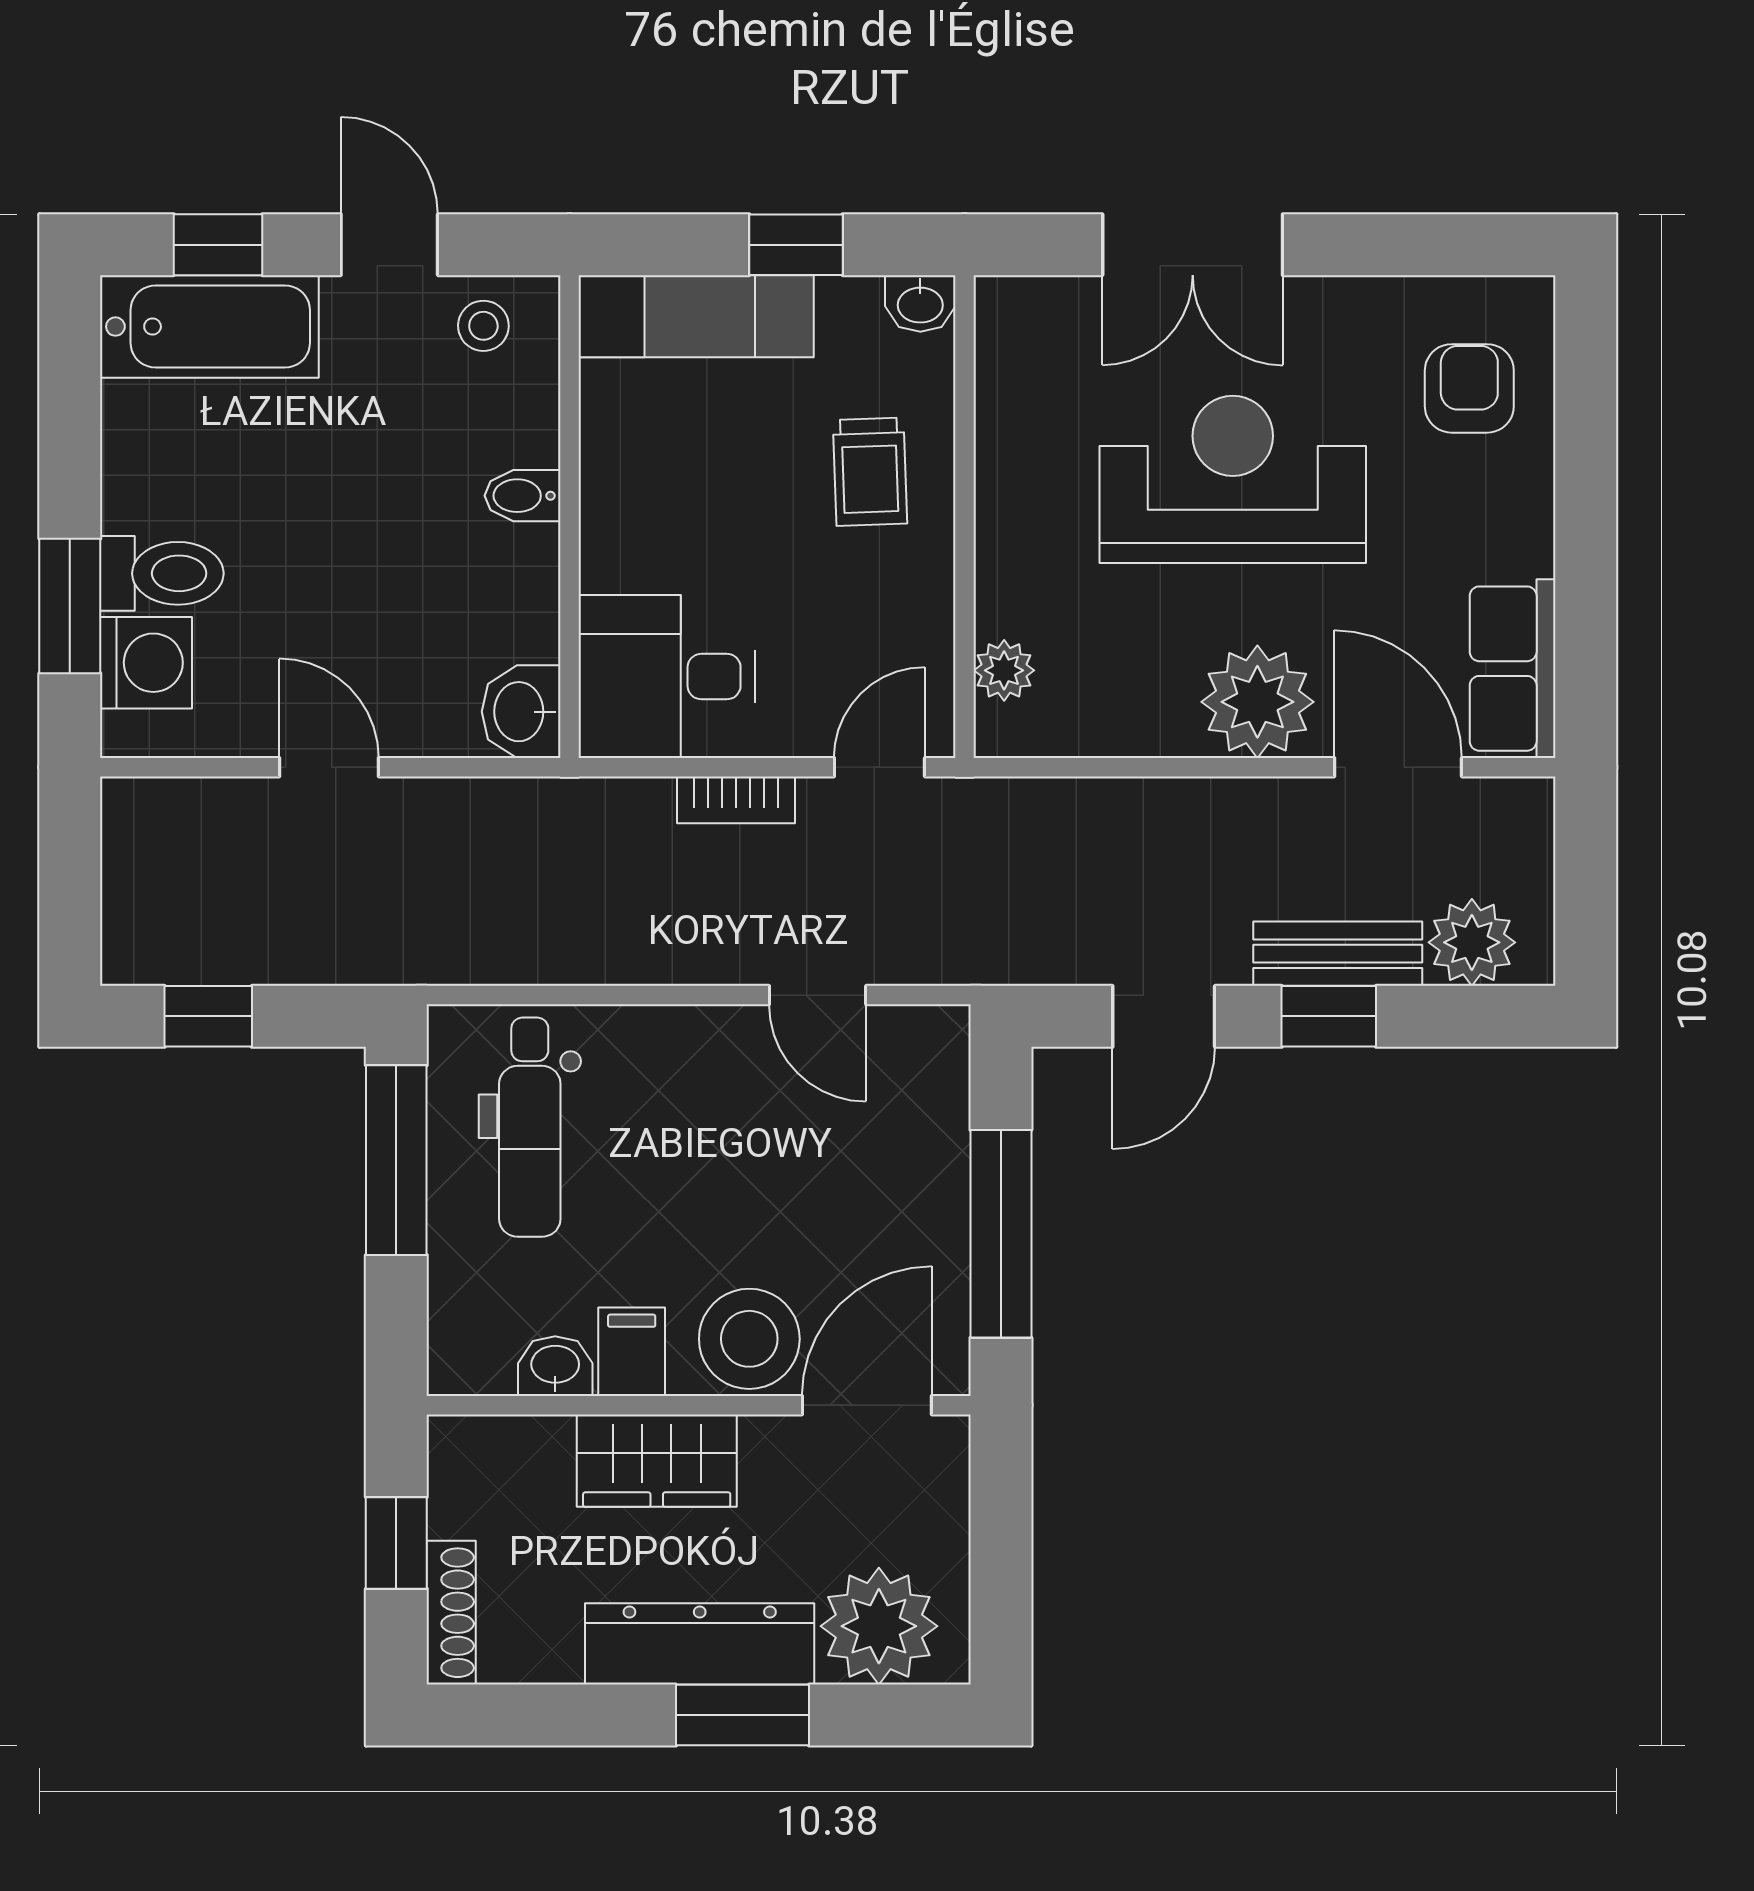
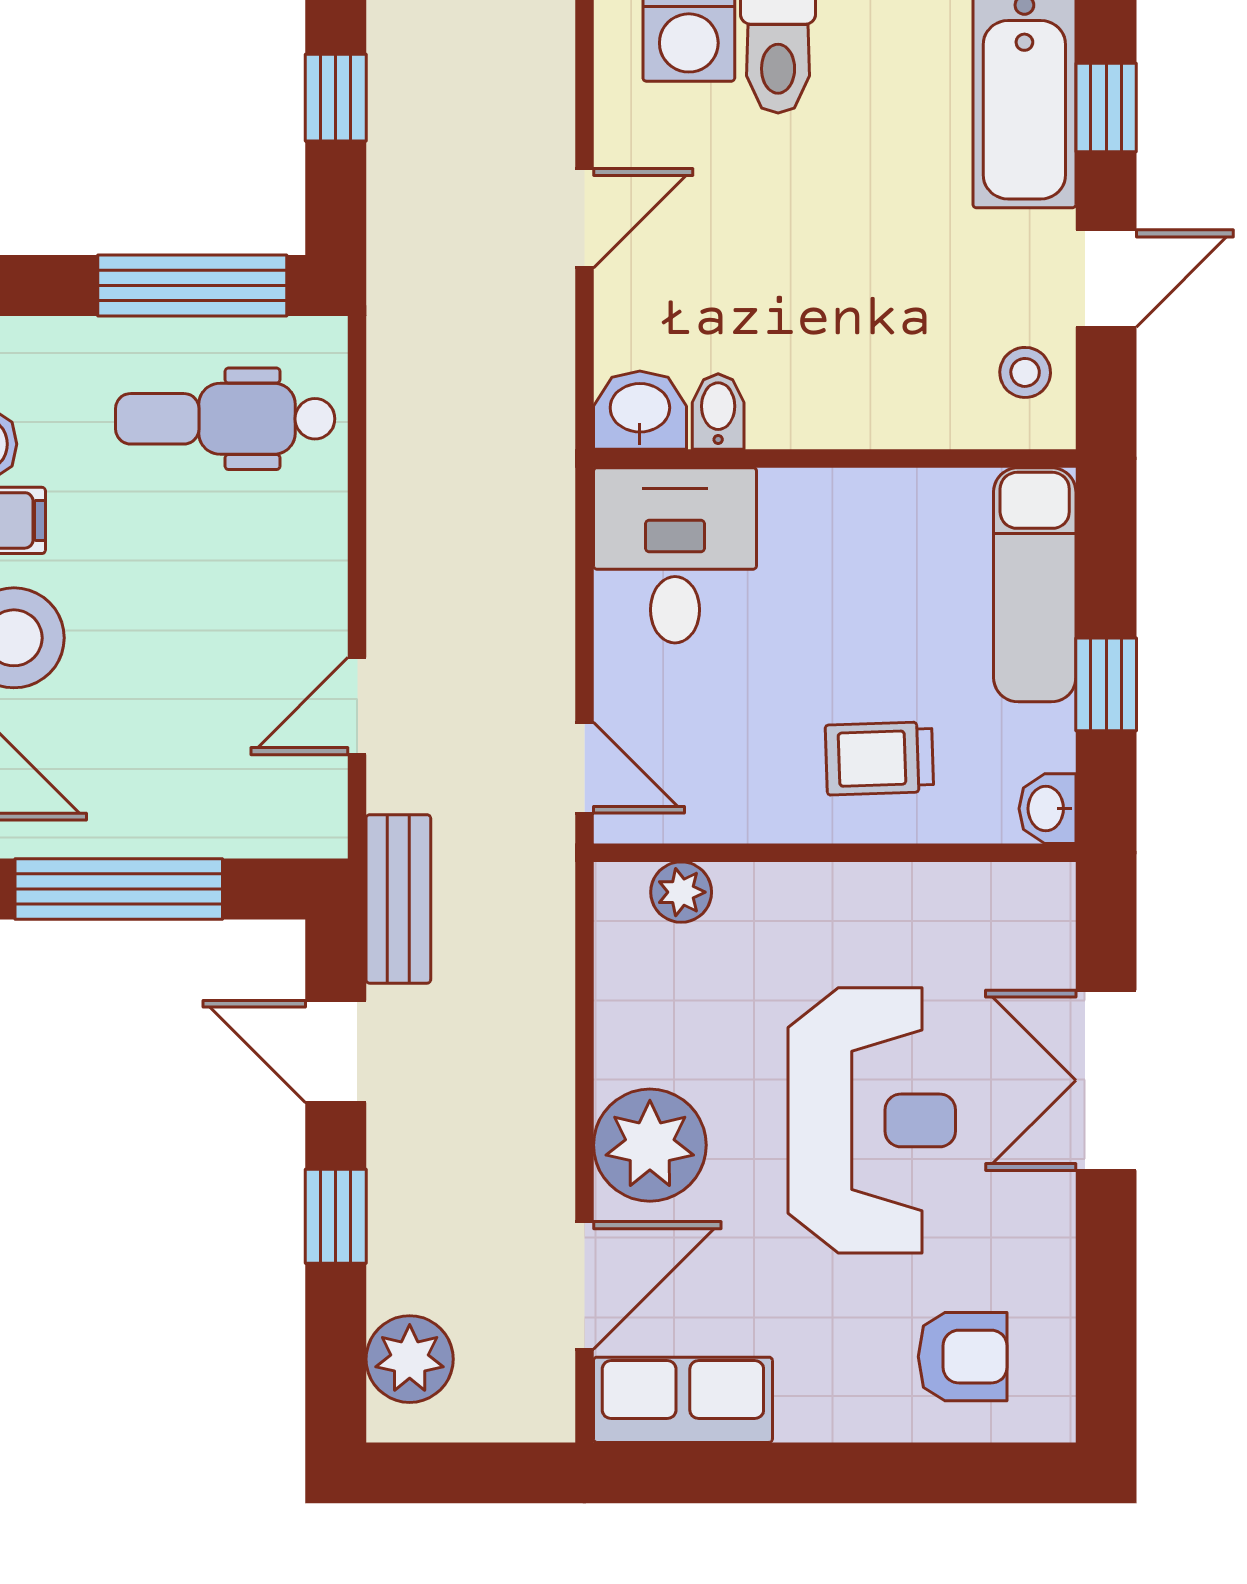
bidet: (522, 496) -> (718, 411), moved
bookcase: (736, 800) -> (552, 625), removed
bench: (1338, 954) -> (398, 899), moved

